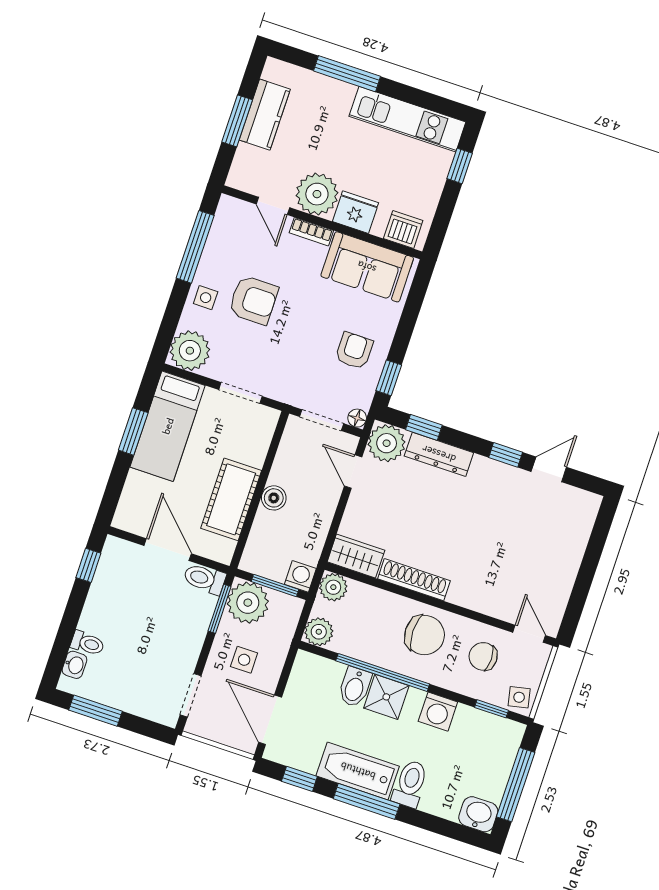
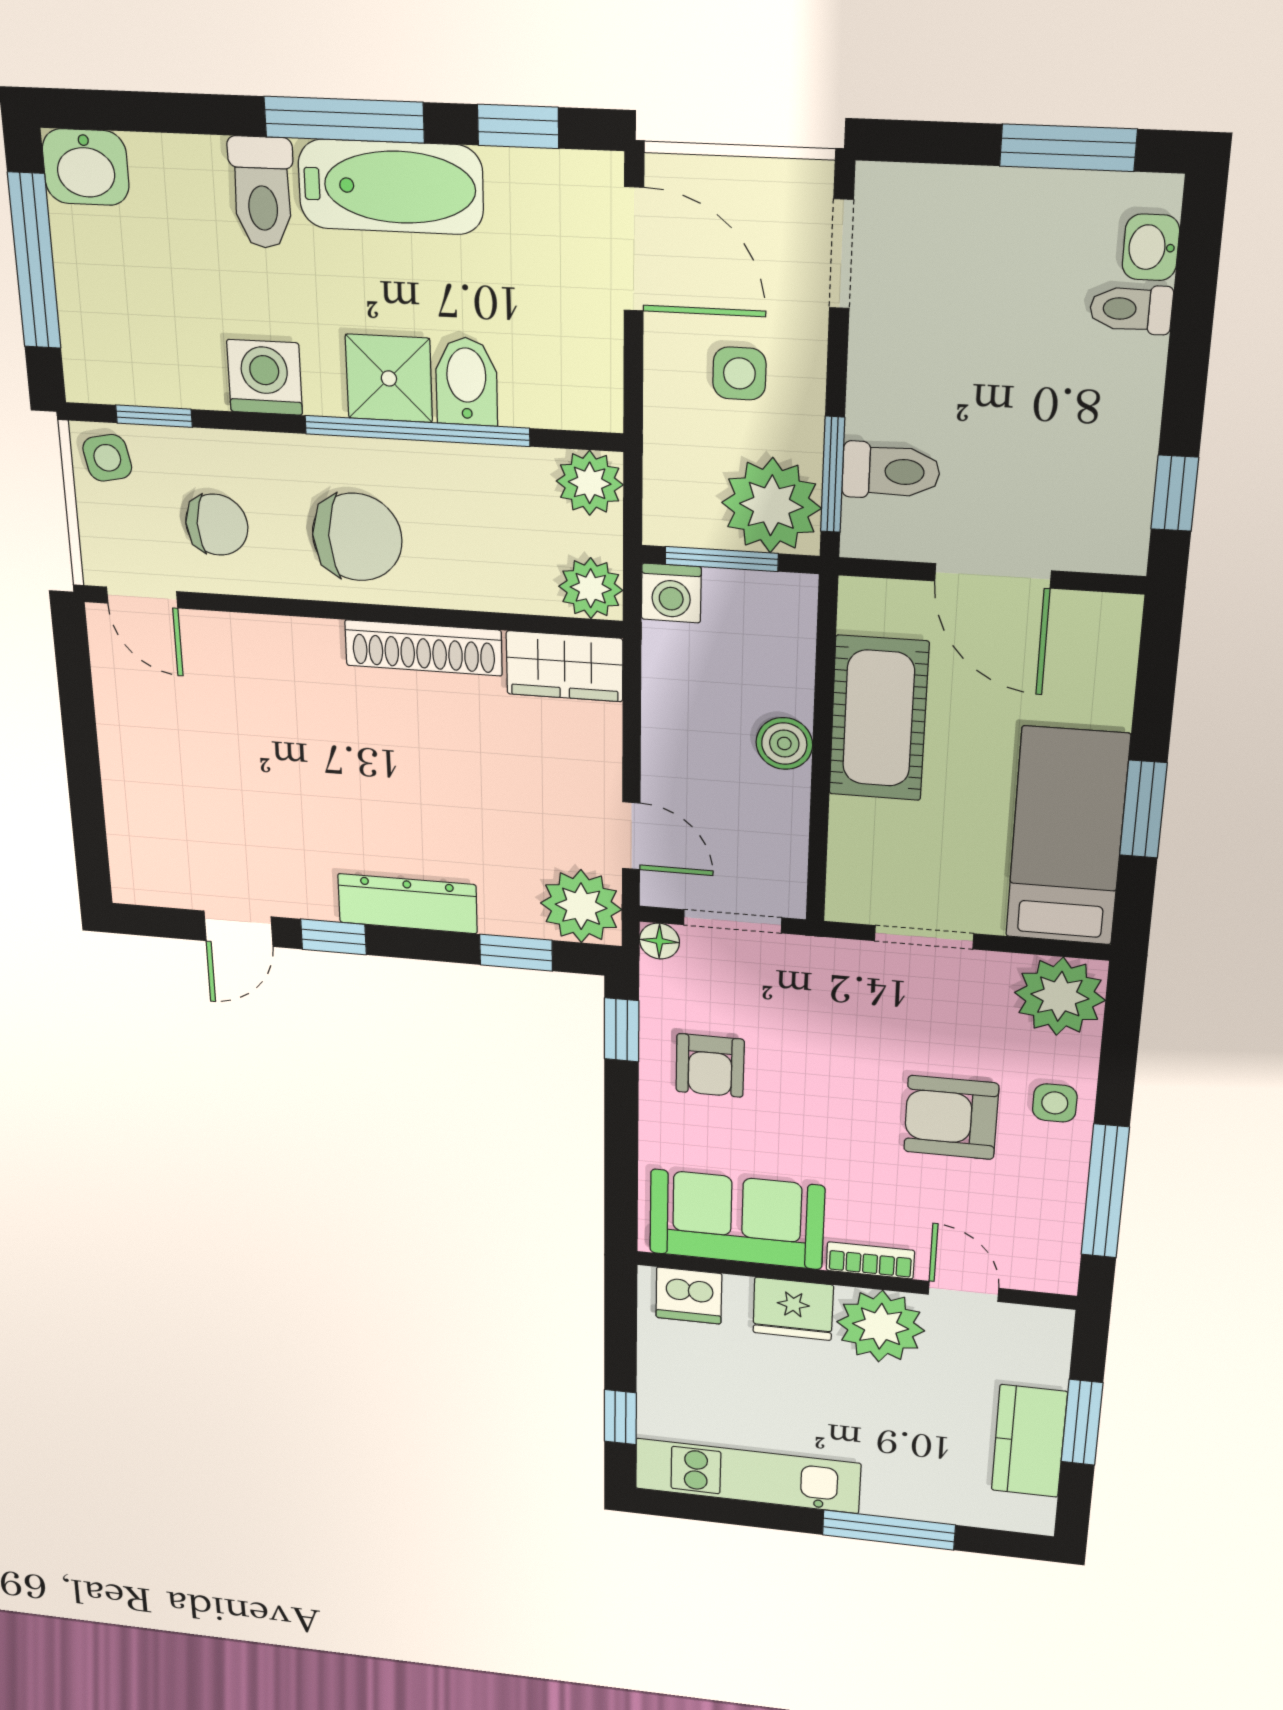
dresser: (439, 454) -> (408, 904), moved
toilet: (204, 579) -> (891, 471), moved
chair: (425, 635) -> (357, 537), turned 180

